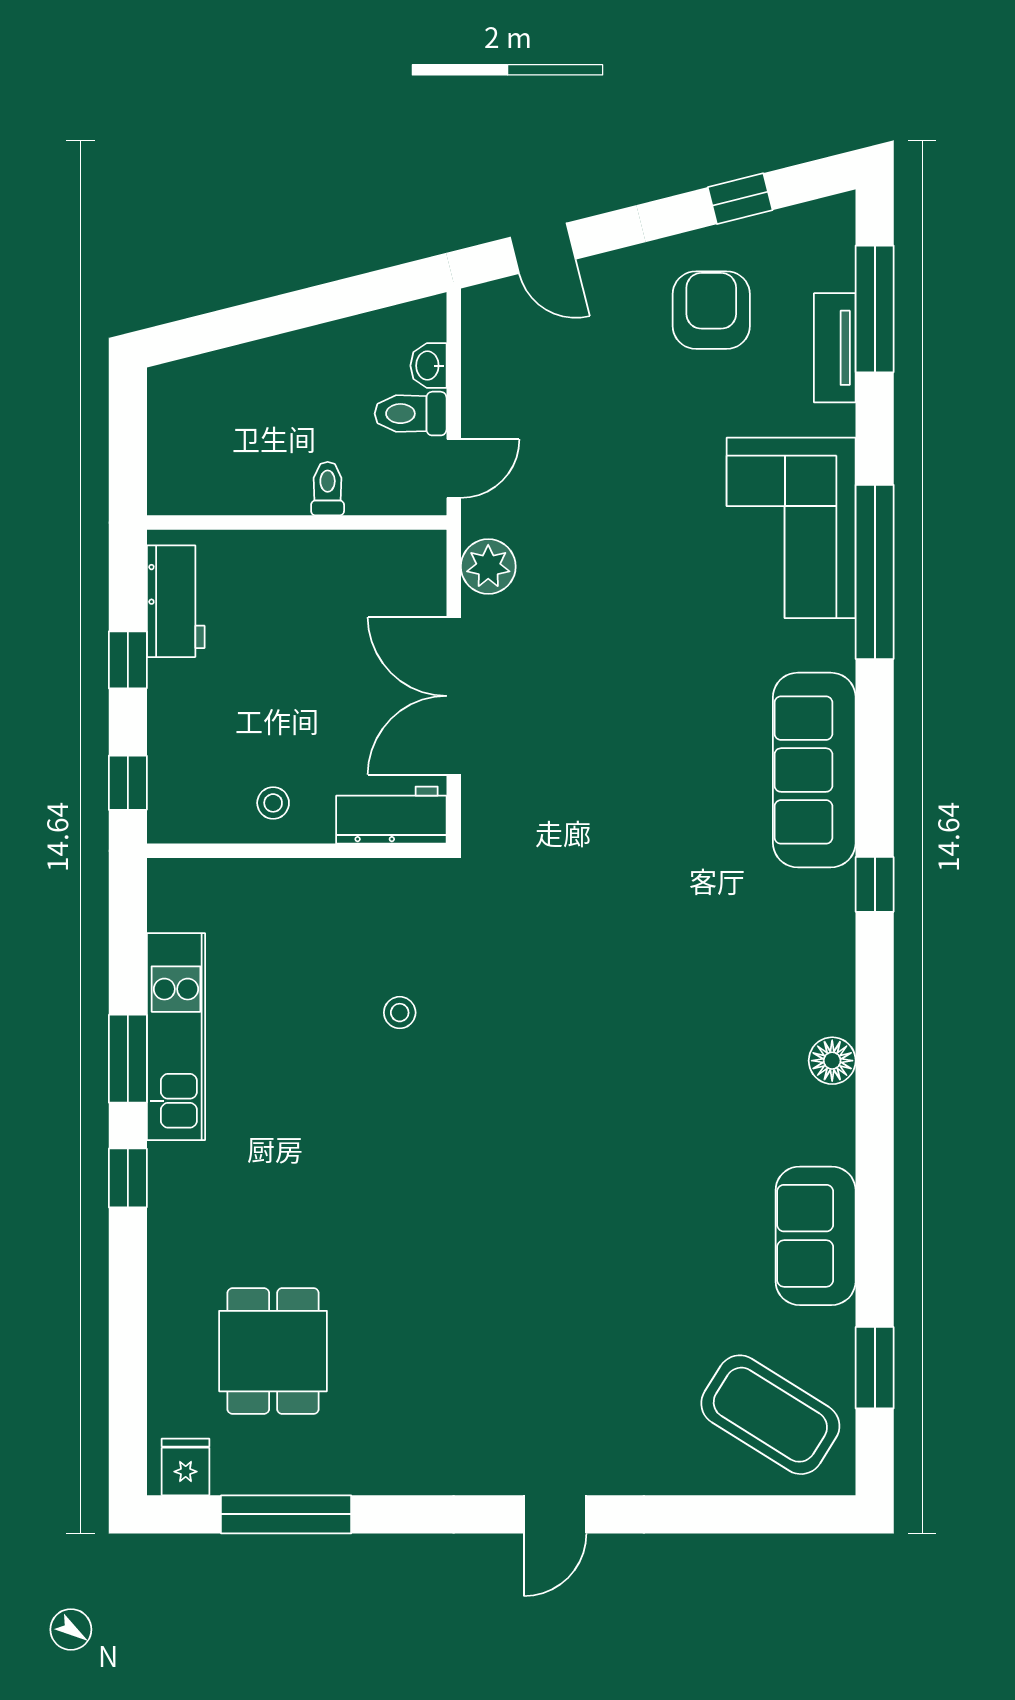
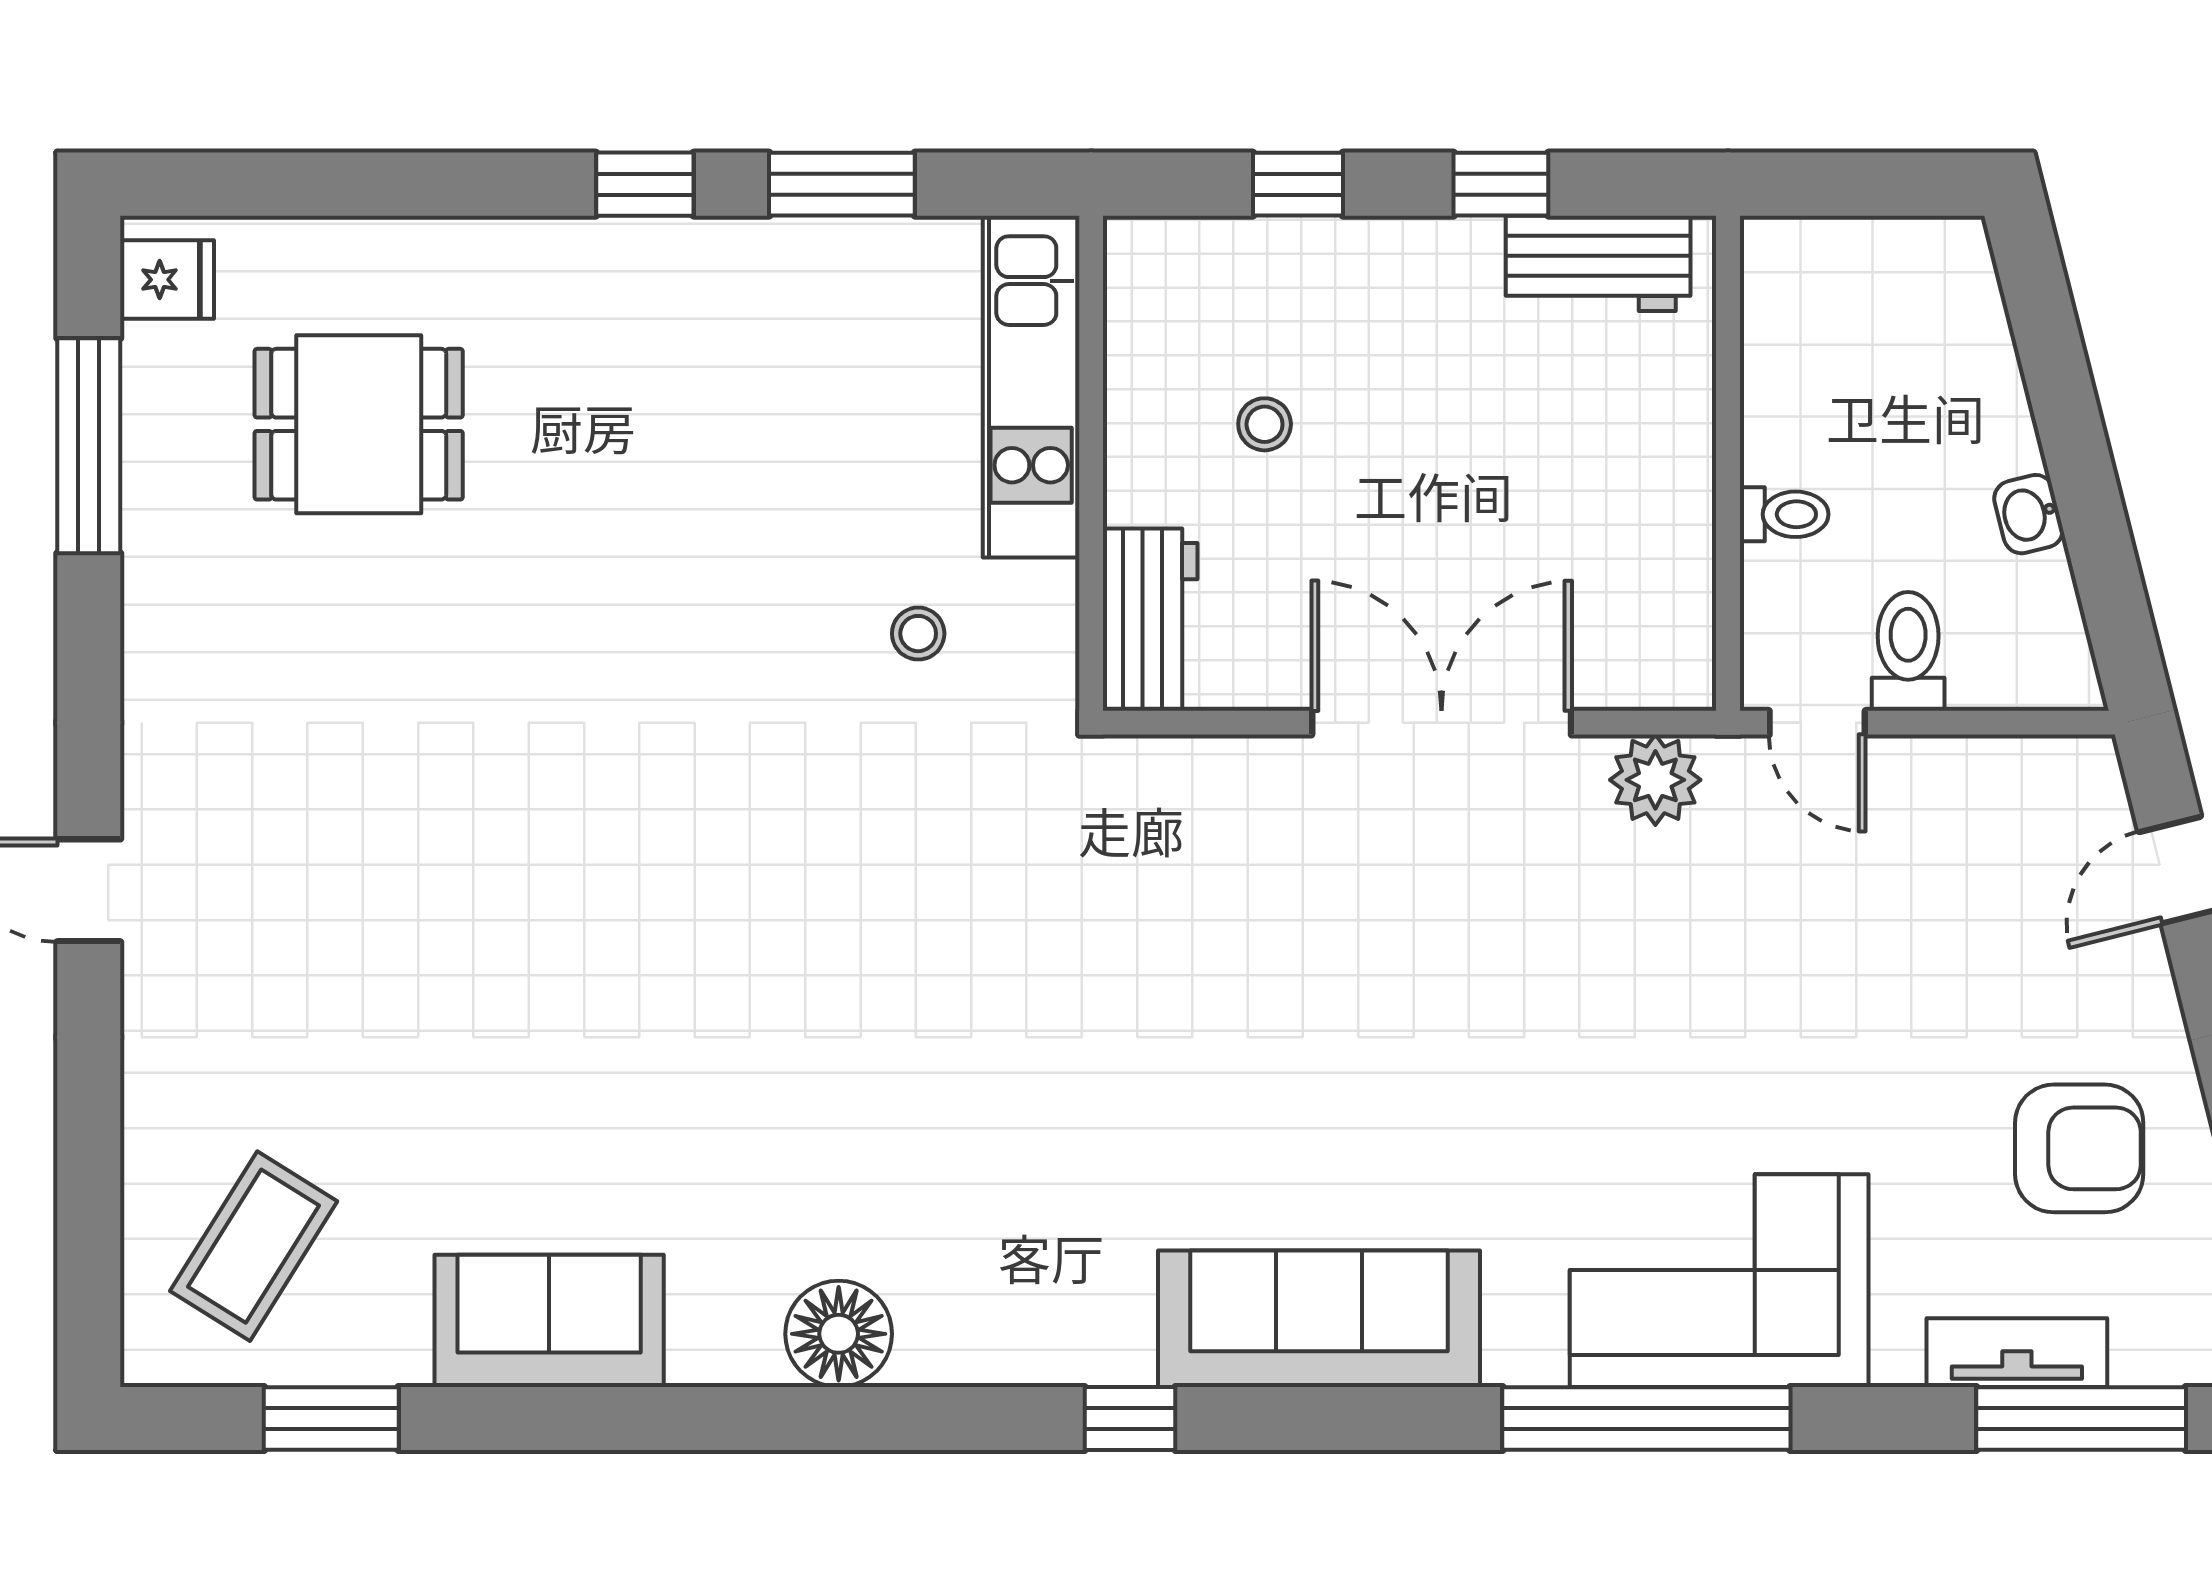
washbasin: (428, 366) -> (2029, 514), moved, turned -104
workbench: (391, 815) -> (1150, 620), moved
wall: (297, 851) -> (1091, 463), moved
kitchen unit: (176, 1037) -> (1031, 387), moved, turned 90
floor lamp: (832, 1061) -> (839, 1334), width x1.38, depth x1.38
coffee table: (770, 1415) -> (254, 1246), width x0.73, depth x0.76

